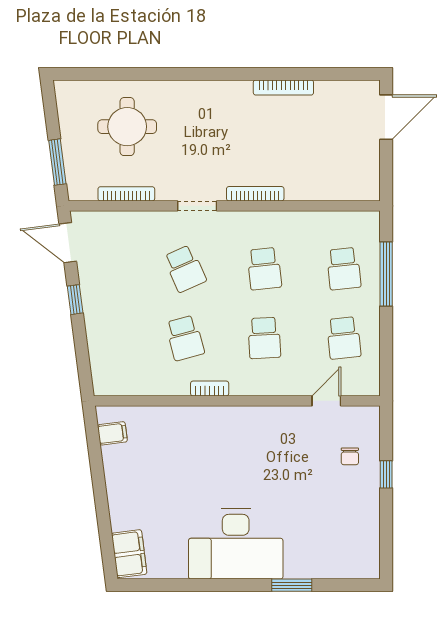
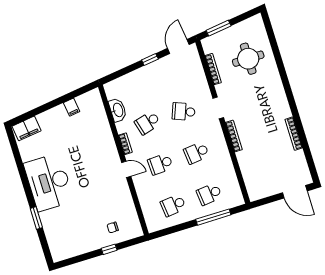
school desk: (185, 269) -> (184, 112), turned 45
washbasin: (146, 384) -> (118, 110), added
door: (326, 401) -> (126, 169), moved
filing cabinet: (112, 433) -> (72, 107), moved

